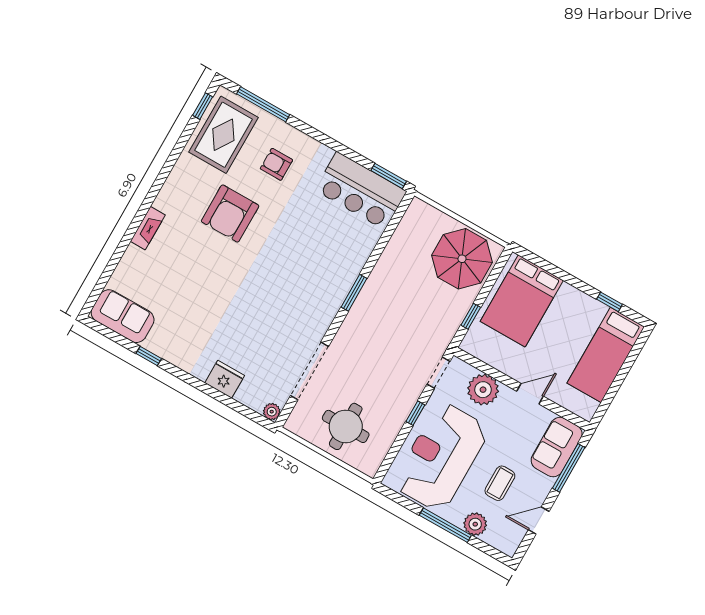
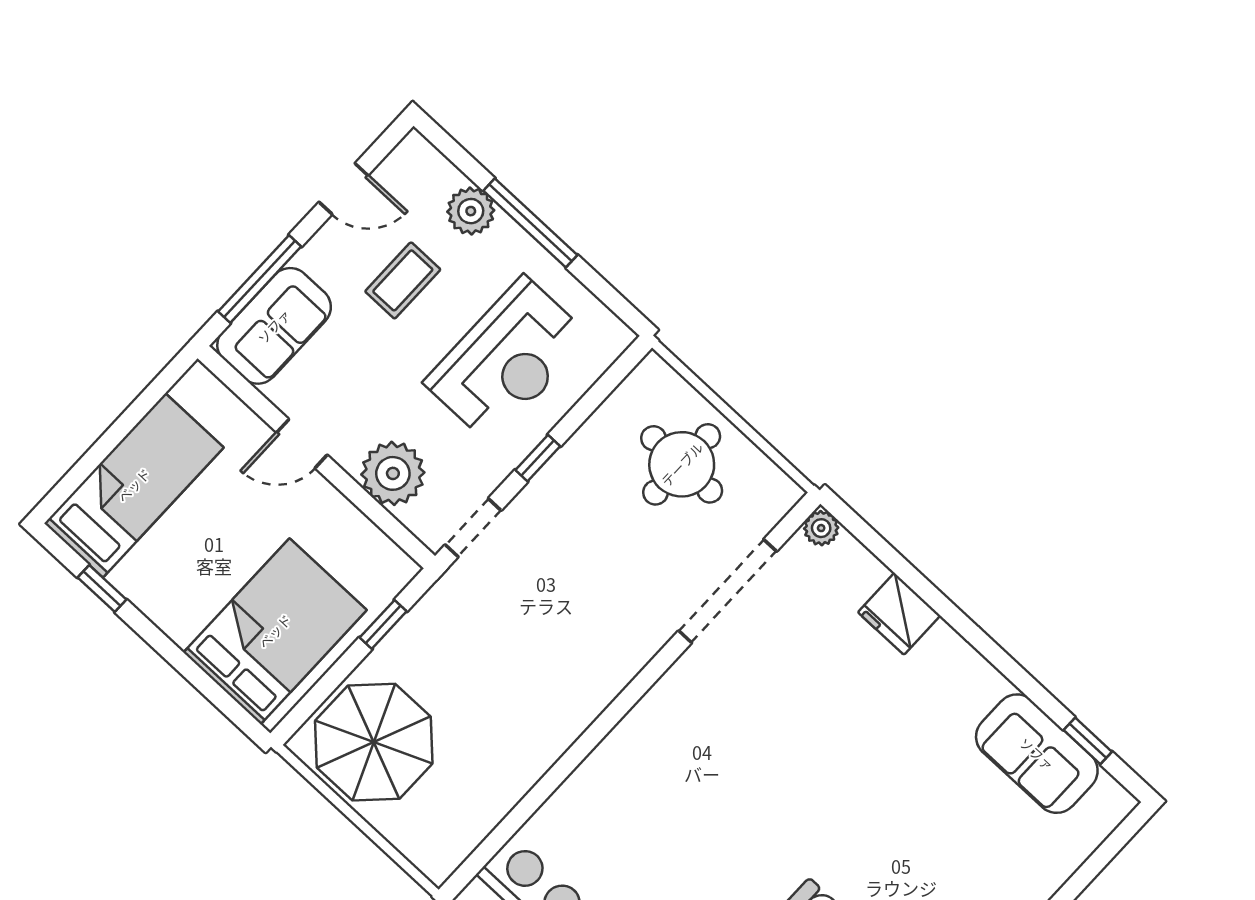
window: (354, 293) -> (603, 725), removed
sofa: (123, 316) -> (1037, 754), moved
window: (149, 356) -> (1088, 741), moved
reception desk: (441, 457) -> (507, 360), width x0.74, depth x0.77

